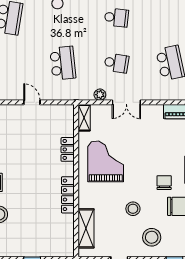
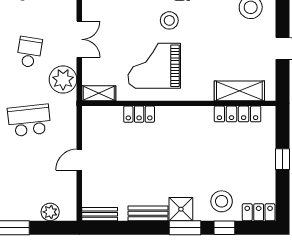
plant: (100, 95) -> (63, 80), width x1.88, depth x1.88
locker: (68, 195) -> (238, 114), moved
stool: (133, 209) -> (169, 20), moved

